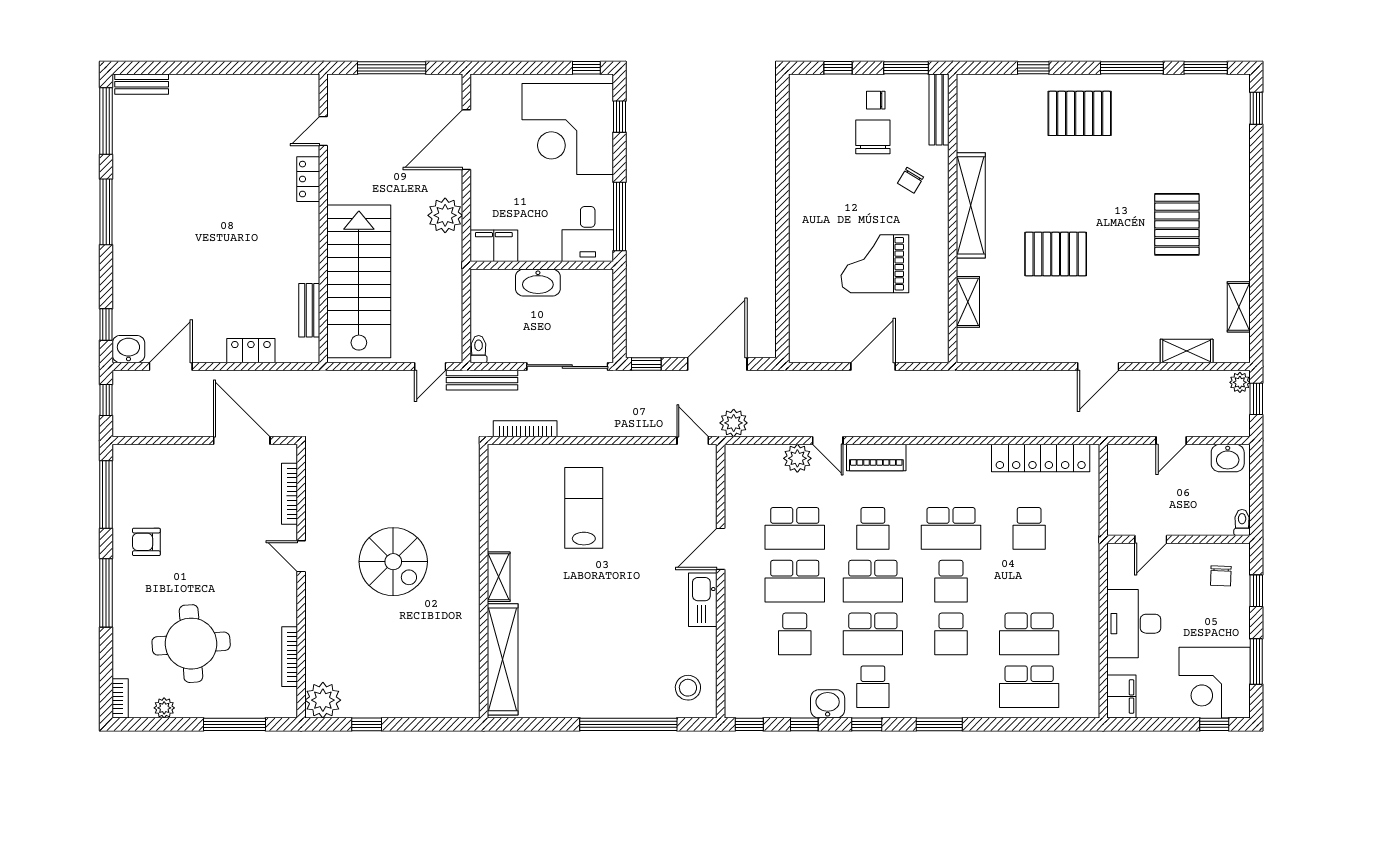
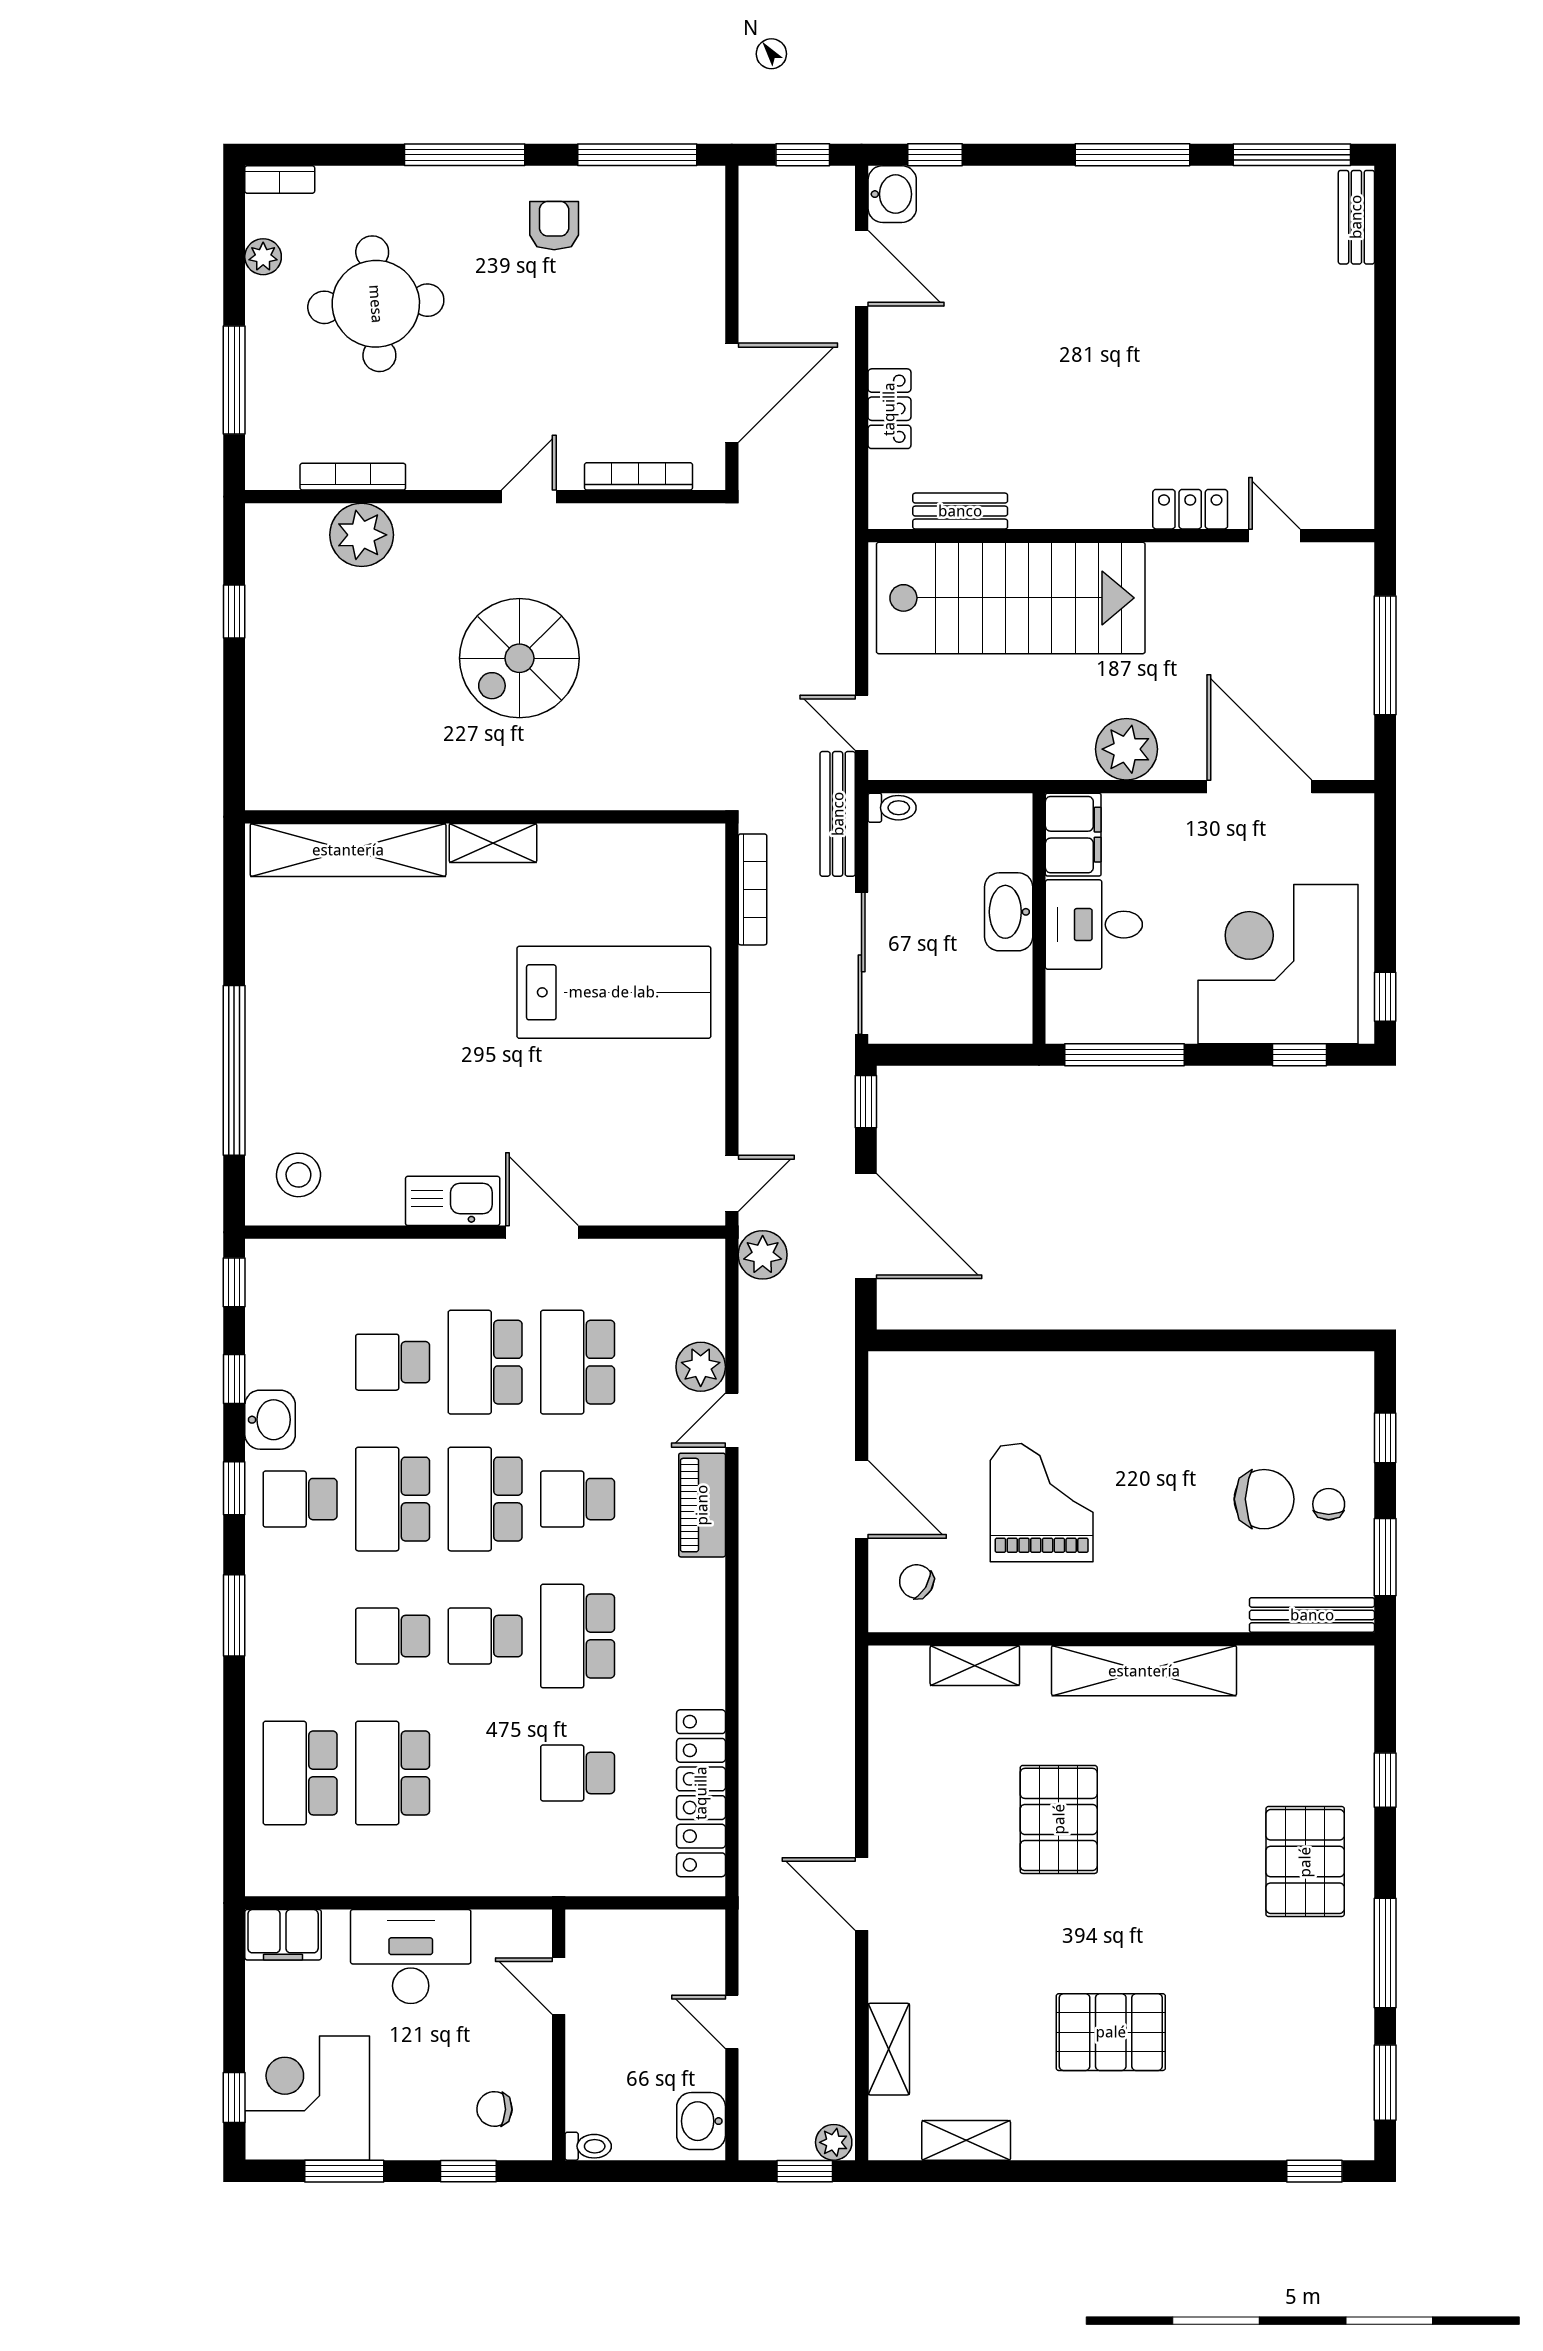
chair: (910, 180) -> (917, 1581), moved
desk: (588, 234) -> (1094, 925), moved
lab bench: (584, 508) -> (614, 992), width x1.36, depth x1.39
plant: (323, 700) -> (362, 535), moved

